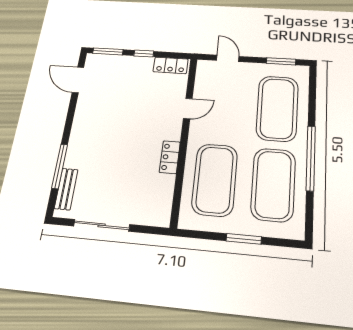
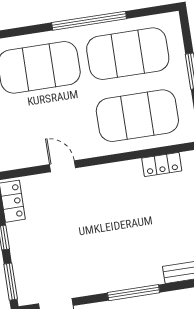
locker: (170, 157) -> (162, 165), moved
window: (60, 166) -> (134, 293), moved

